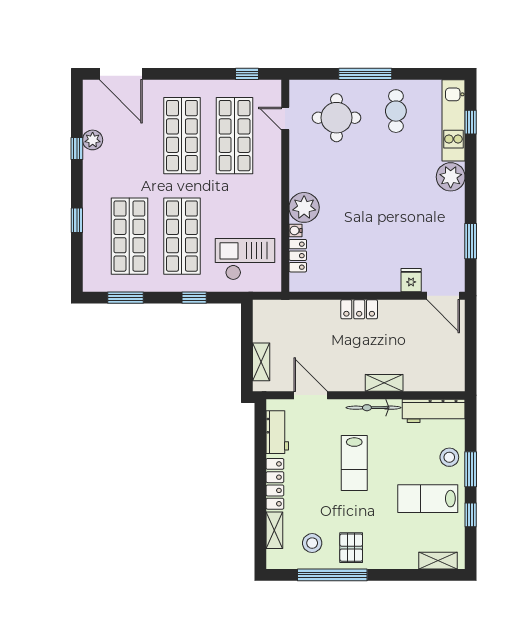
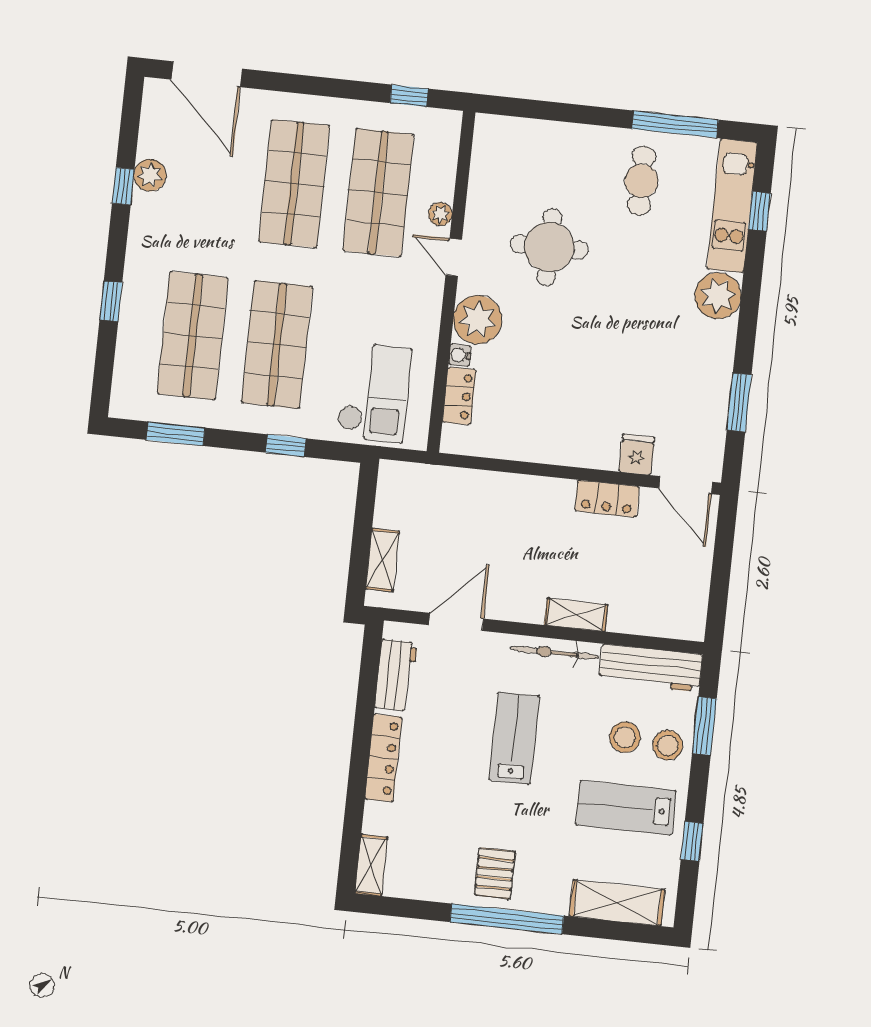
window: (365, 74) -> (675, 124), moved
door: (285, 118) -> (454, 257), moved
round table: (336, 118) -> (549, 247), moved
plant: (274, 145) -> (440, 214), added
checkout: (245, 259) -> (374, 393), turned 90
locker: (359, 309) -> (607, 499), moved
door: (311, 395) -> (456, 622), hinge flipped
lab bench: (354, 463) -> (514, 738), turned 180
window: (471, 469) -> (704, 726), moved
shelving: (274, 530) -> (371, 865), moved
stool: (312, 543) -> (625, 737), moved
shelving: (438, 561) -> (617, 903), width x1.50, depth x1.33
window: (332, 575) -> (507, 919), moved

